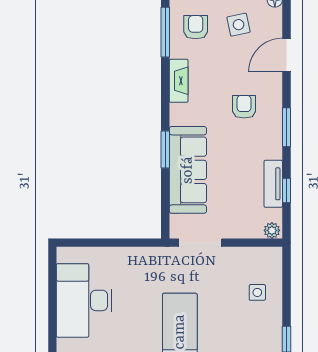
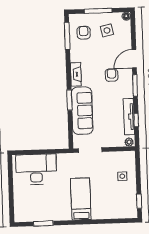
door: (286, 55) -> (134, 59), moved
fireplace: (179, 81) -> (76, 74), moved
tv unit: (273, 184) -> (129, 117), width x1.41
desk: (84, 300) -> (36, 169), moved, turned 90

